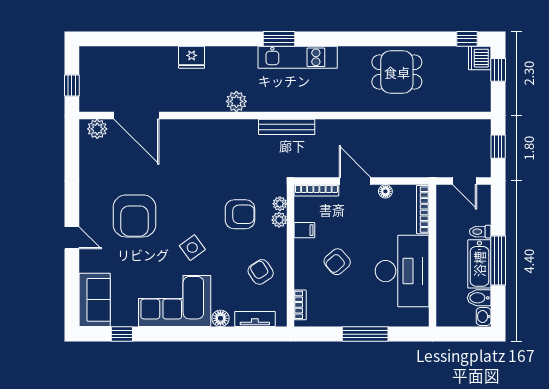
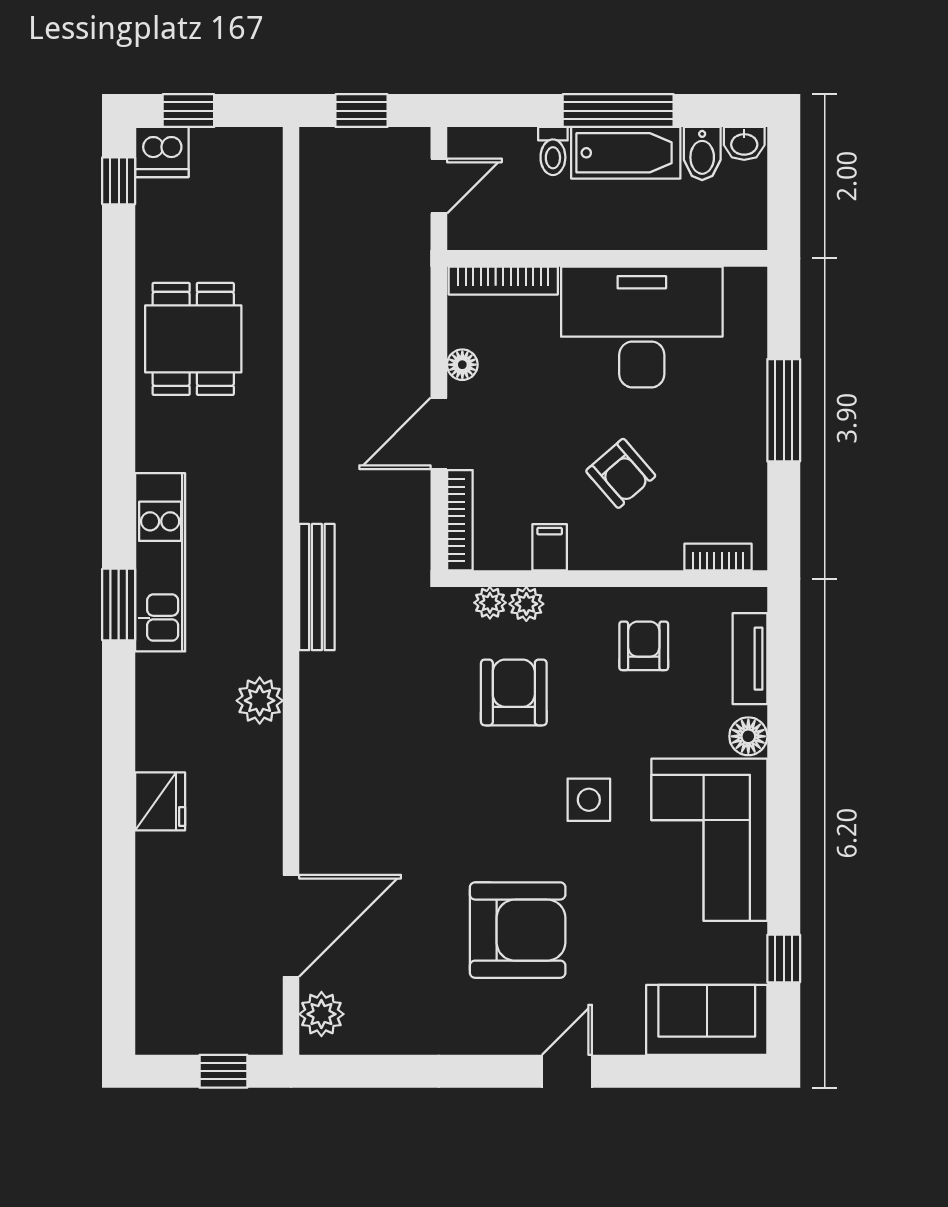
side table: (192, 248) -> (589, 800), turned 36
armchair: (261, 272) -> (644, 646), turned 123

